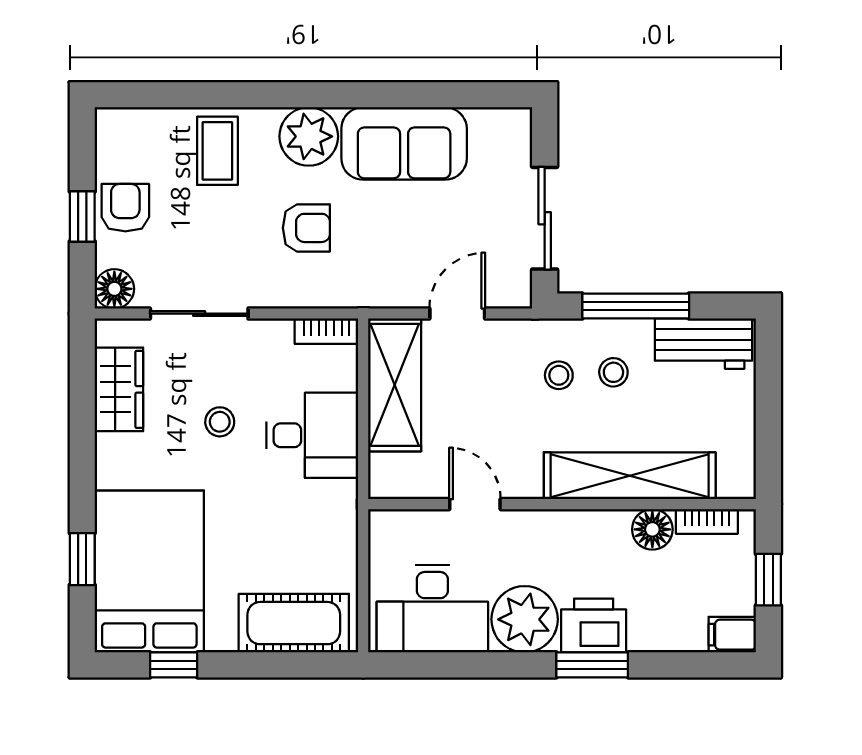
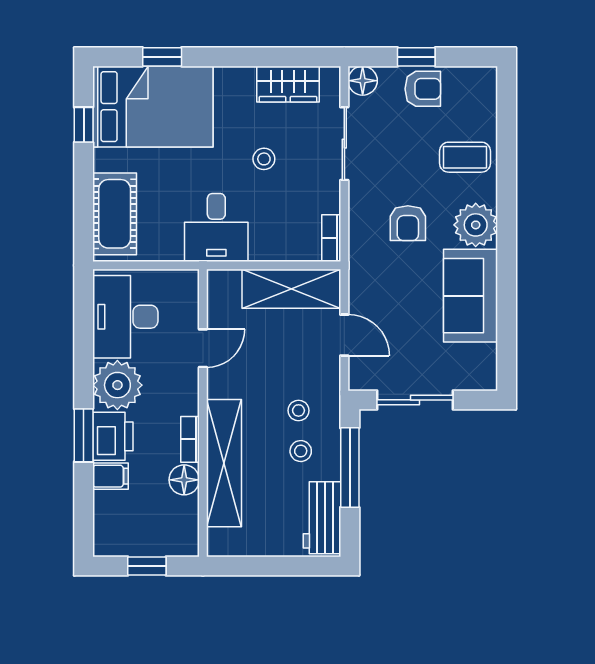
desk: (312, 435) -> (216, 228), moved
bookcase: (707, 521) -> (190, 439), moved
filing cabinet: (732, 635) -> (110, 476), moved, turned 90

